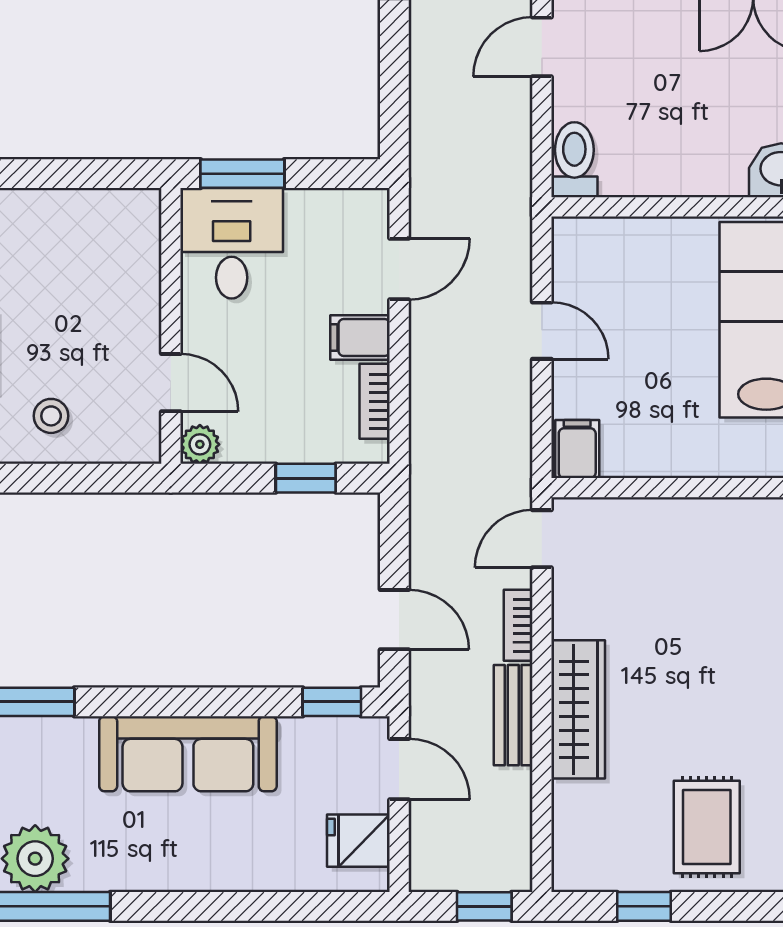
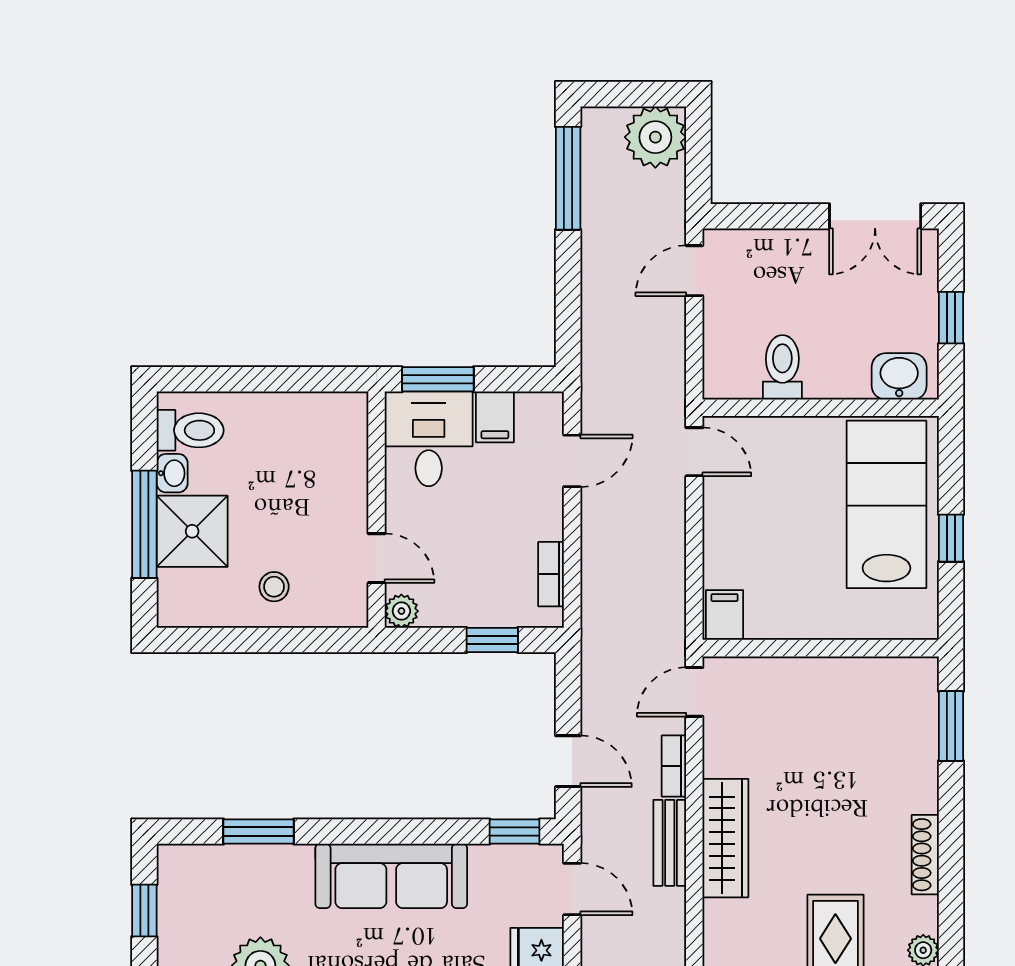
toilet: (574, 160) -> (782, 367), moved
door: (542, 331) -> (694, 452), moved
filing cabinet: (360, 338) -> (495, 417), moved, turned -90

